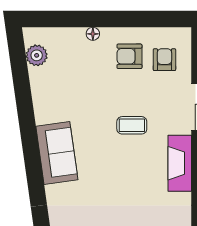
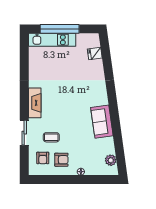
coffee table: (132, 125) -> (51, 137), moved
sofa: (57, 153) -> (102, 122), moved

